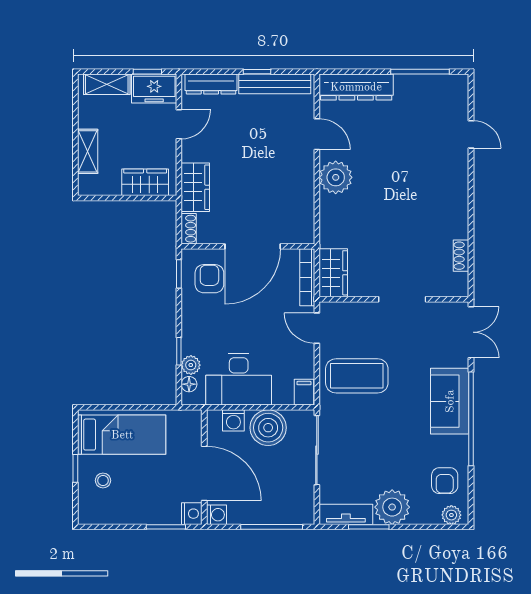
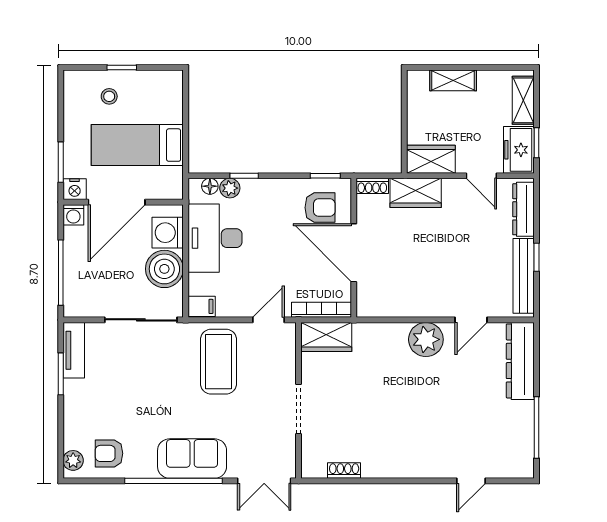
wardrobe: (145, 182) -> (431, 159), moved, turned -90
washing machine: (233, 420) -> (168, 233), width x1.38, depth x1.38
bed: (122, 435) -> (137, 145), moved, turned 90
plant: (392, 507) -> (81, 398), removed

